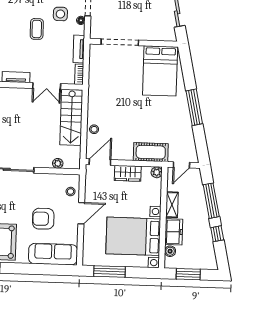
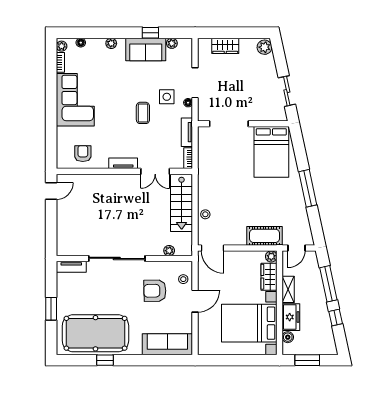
door: (100, 162) -> (212, 248), swing flipped
wardrobe: (128, 173) -> (269, 277), moved, turned 90
armchair: (43, 219) -> (155, 291), moved
window: (110, 272) -> (226, 360), removed

